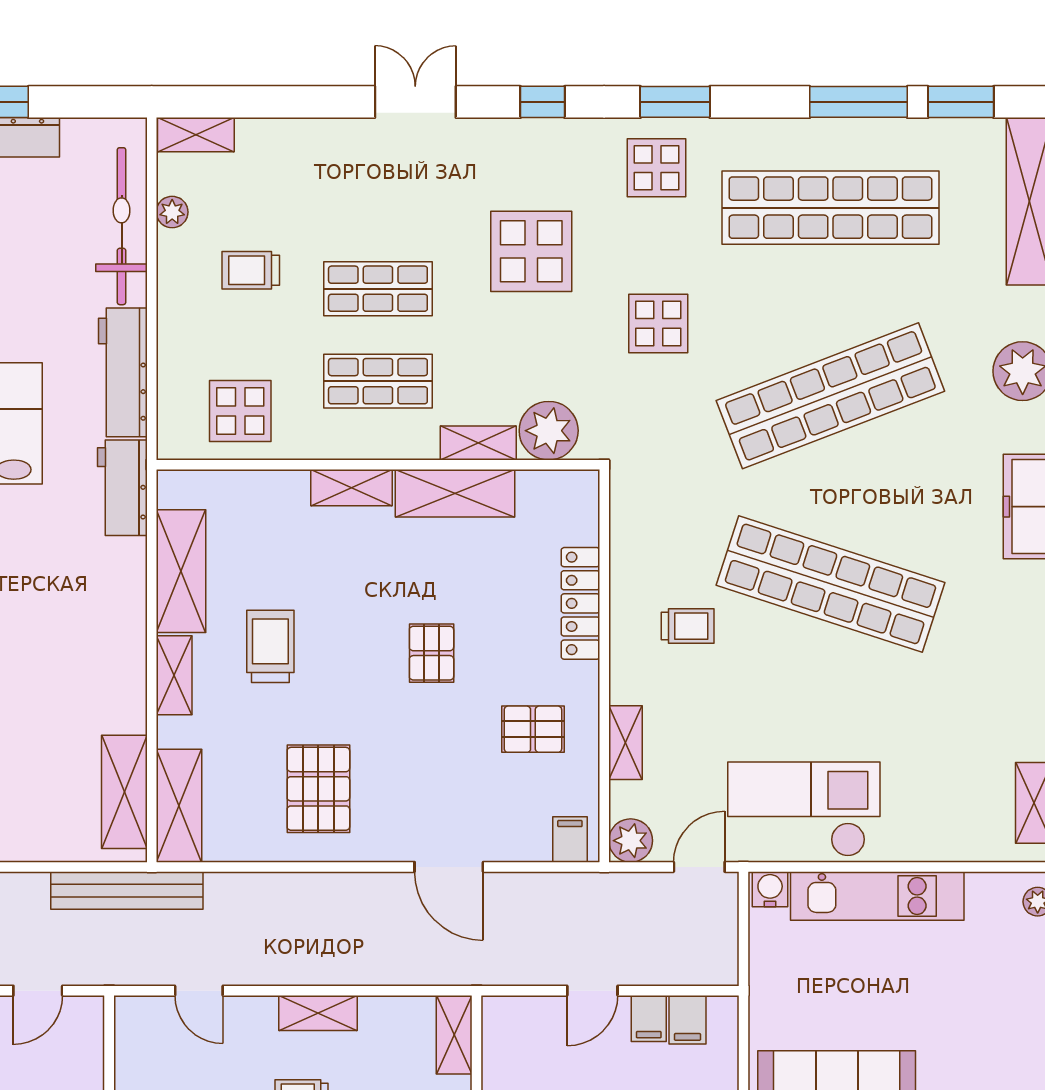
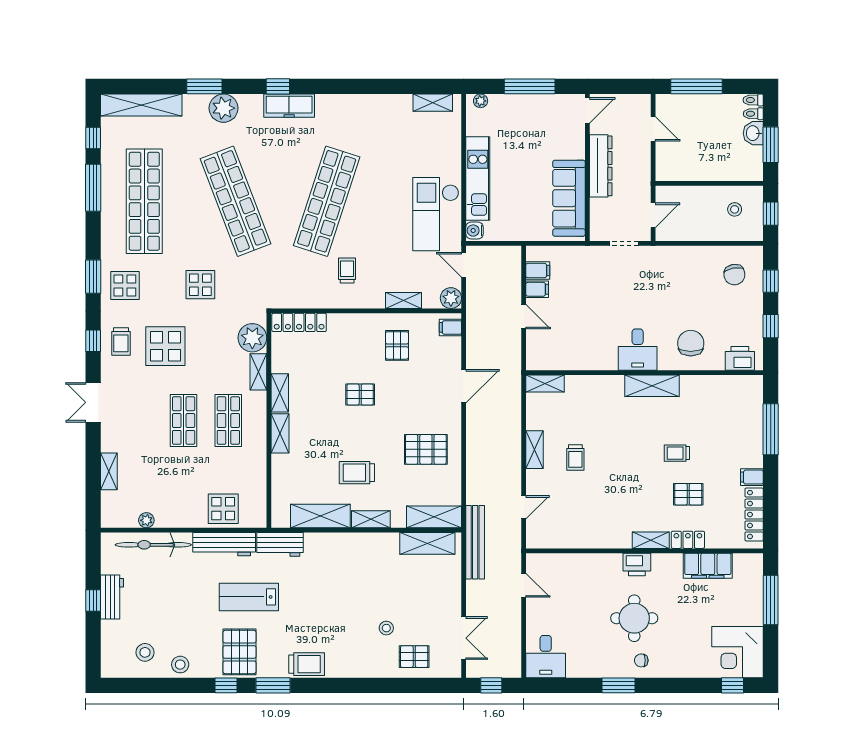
window: (961, 102) -> (93, 138), width x0.67
shelving: (196, 135) -> (109, 471), moved
trolley: (251, 270) -> (121, 341), moved
display table: (240, 411) -> (223, 509), moved
shelving: (455, 493) -> (280, 393), width x0.67, depth x0.75
locker: (580, 603) -> (299, 322), moved

